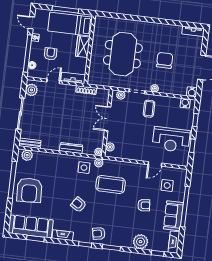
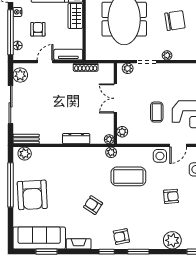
chair: (165, 60) -> (175, 21), turned 81
coffee table: (149, 109) -> (157, 112), moved
side table: (84, 168) -> (160, 156), moved

